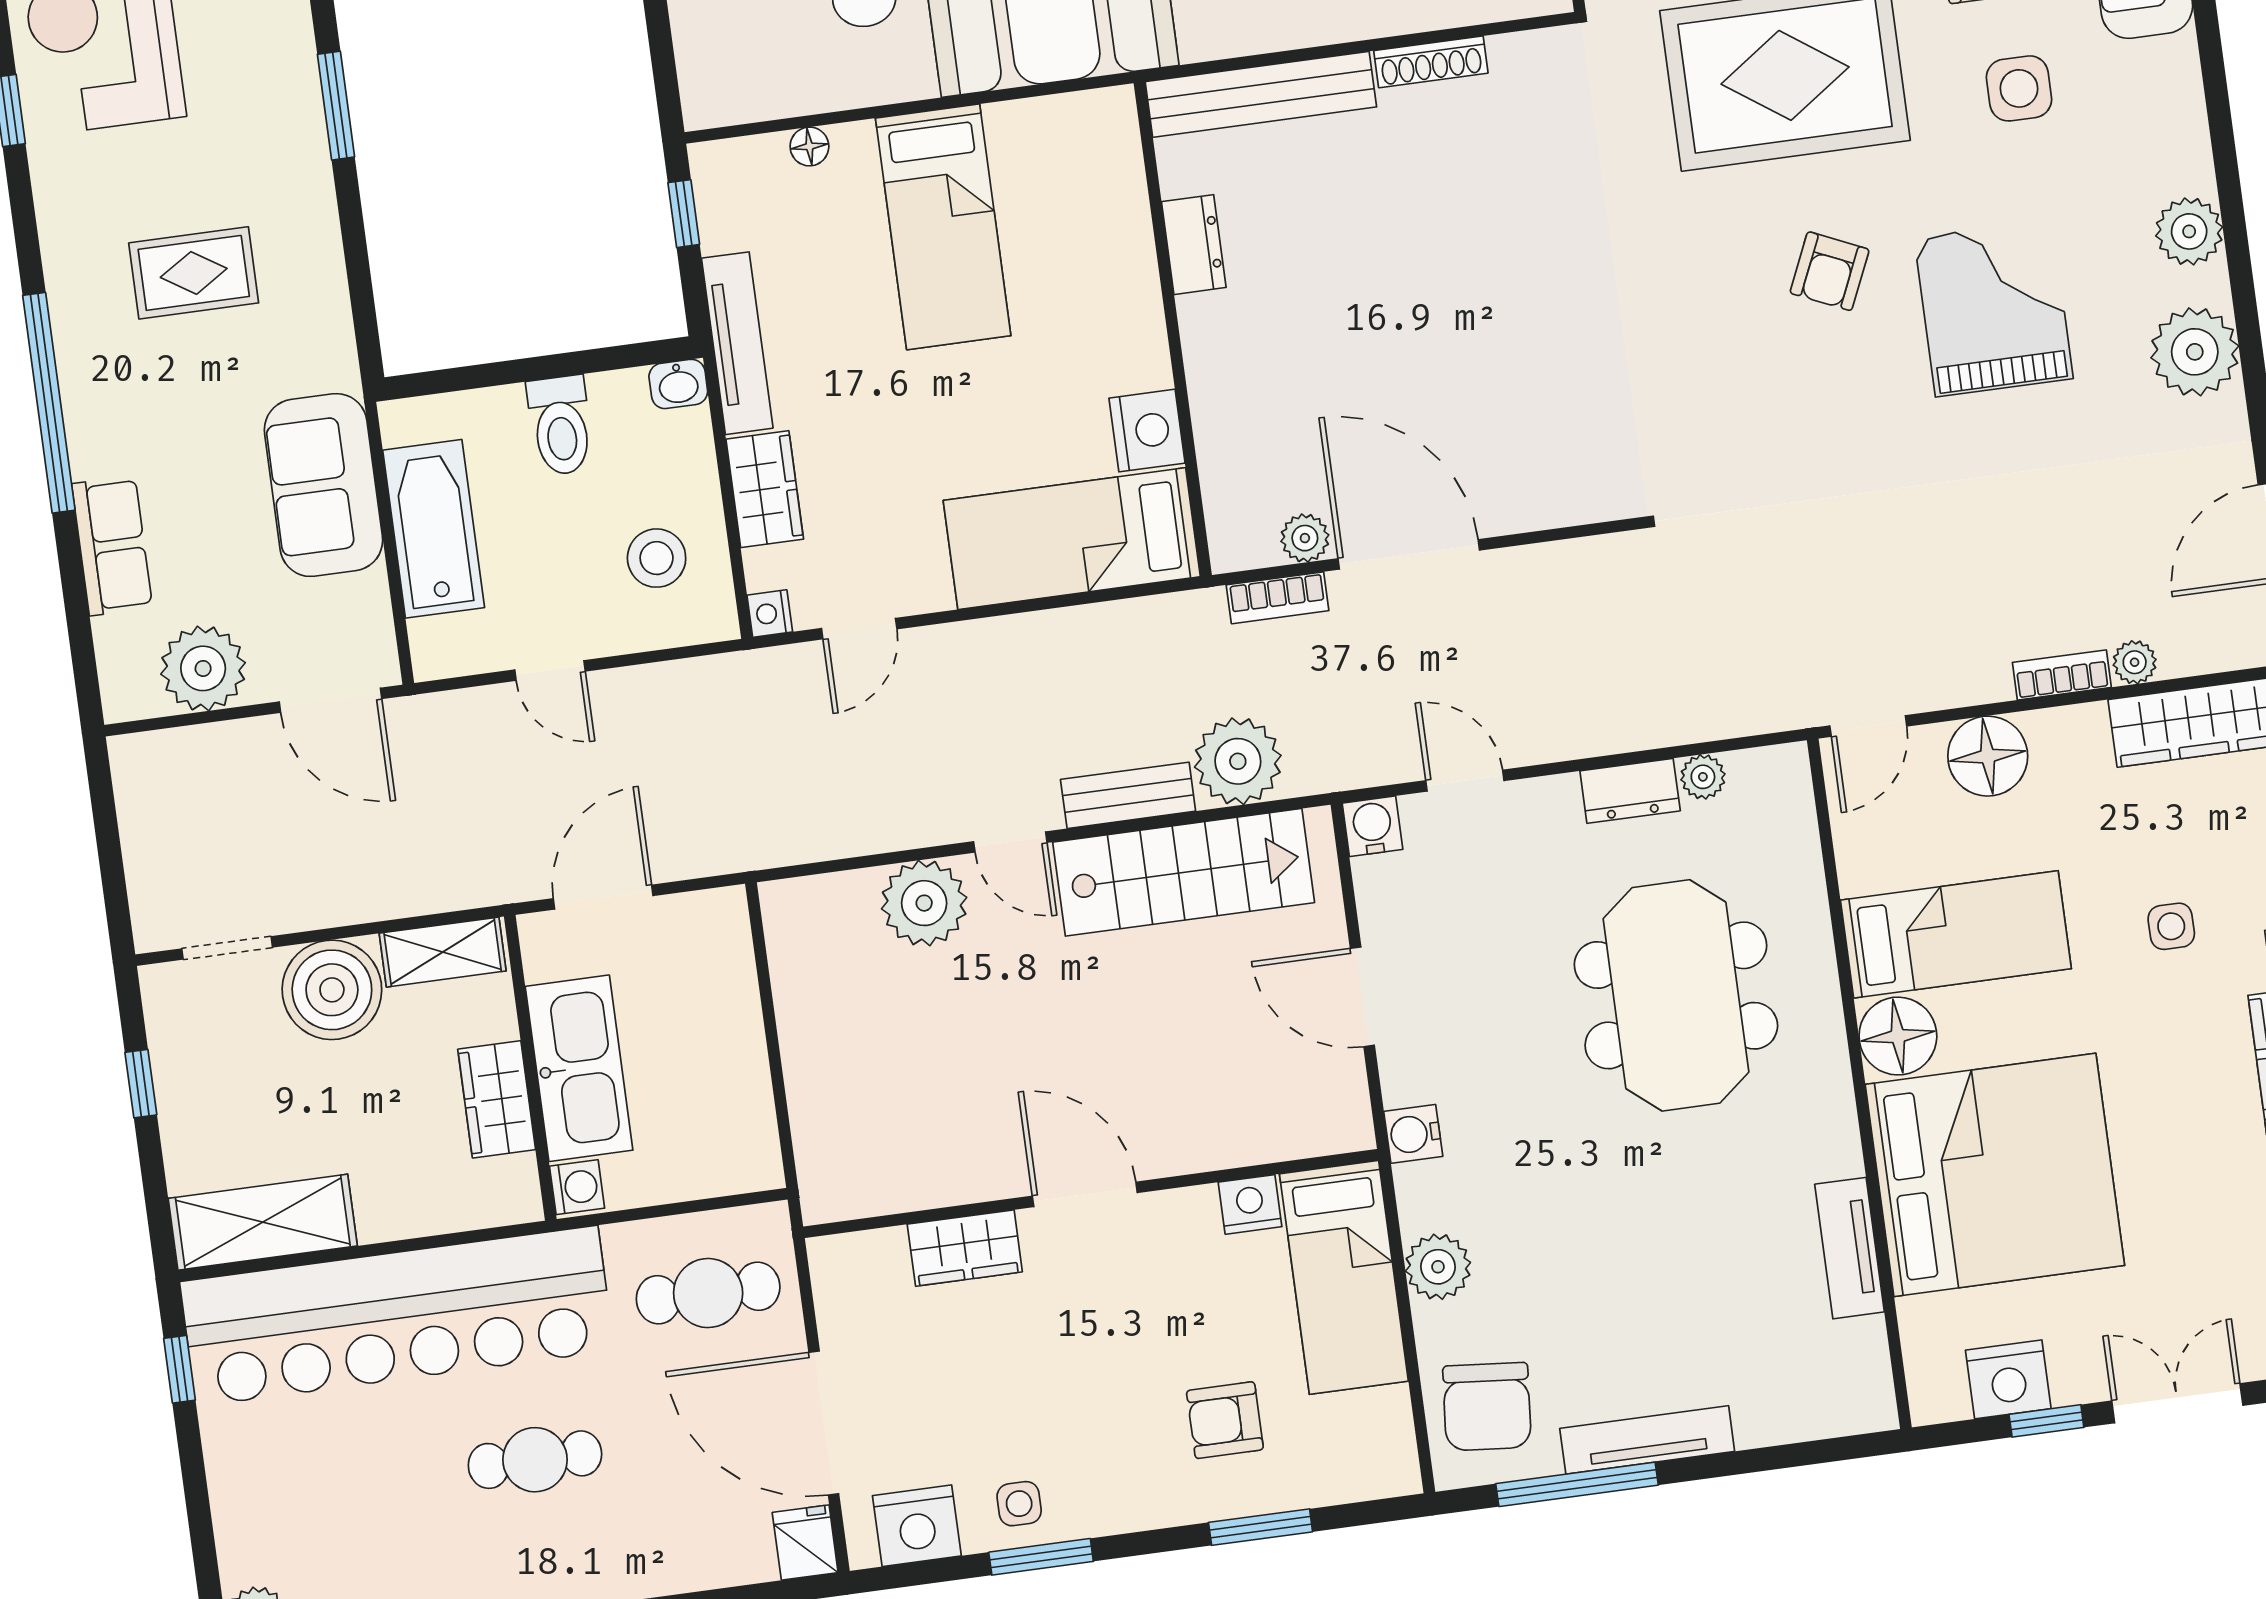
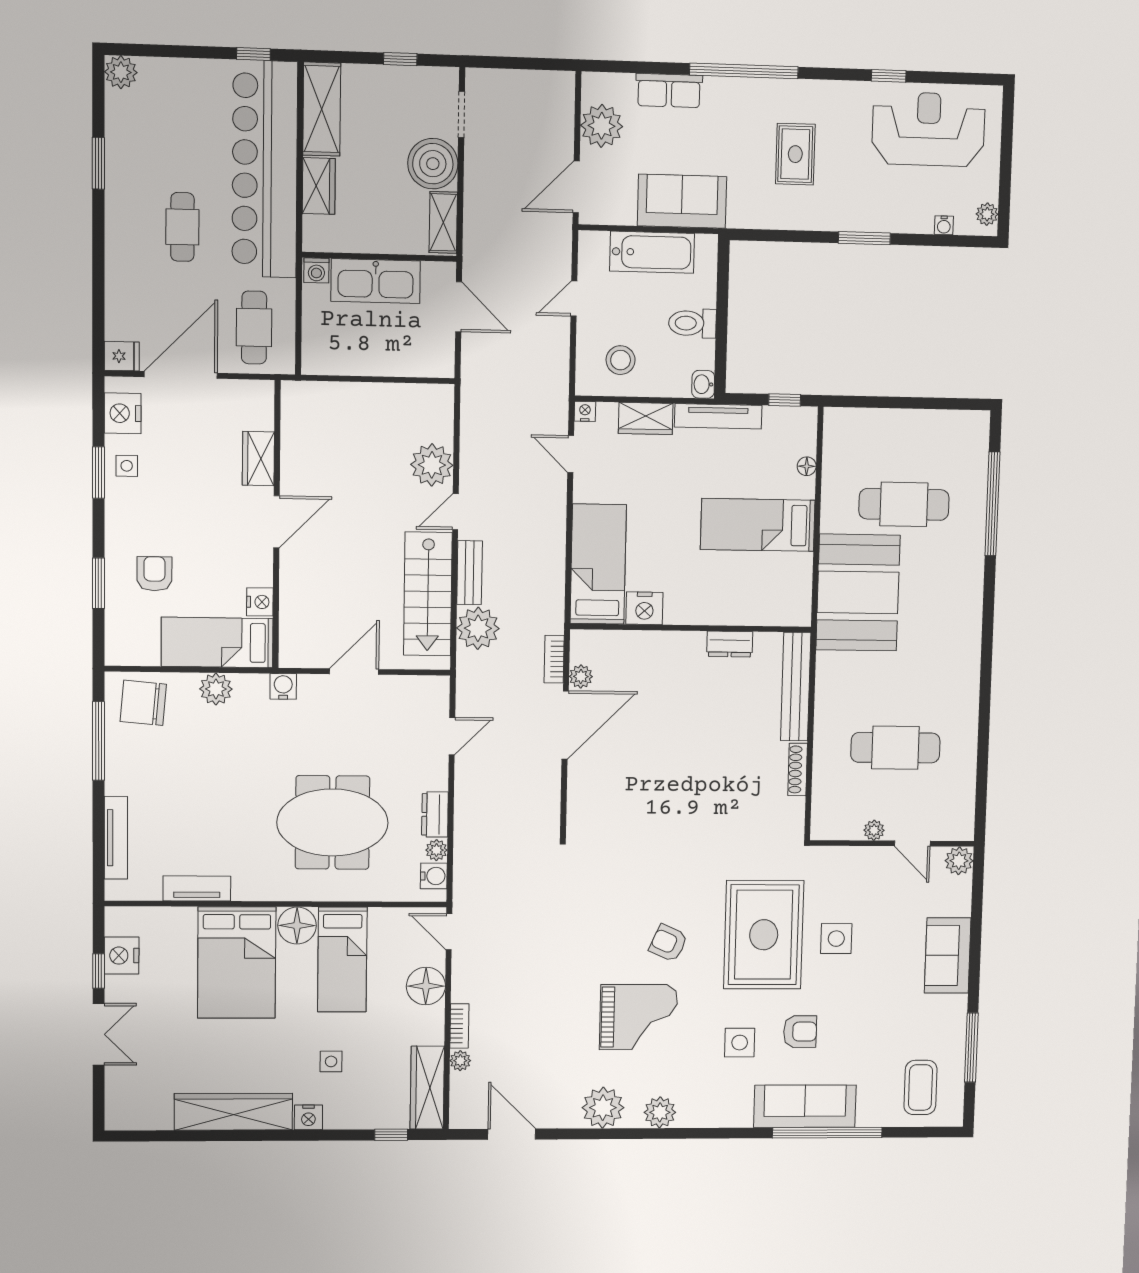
water cooler: (1372, 826) -> (434, 876), moved
wardrobe: (497, 1099) -> (319, 186), moved, turned 90
bed: (1995, 1175) -> (237, 963), width x0.73
tv unit: (1647, 1440) -> (116, 838), moved

